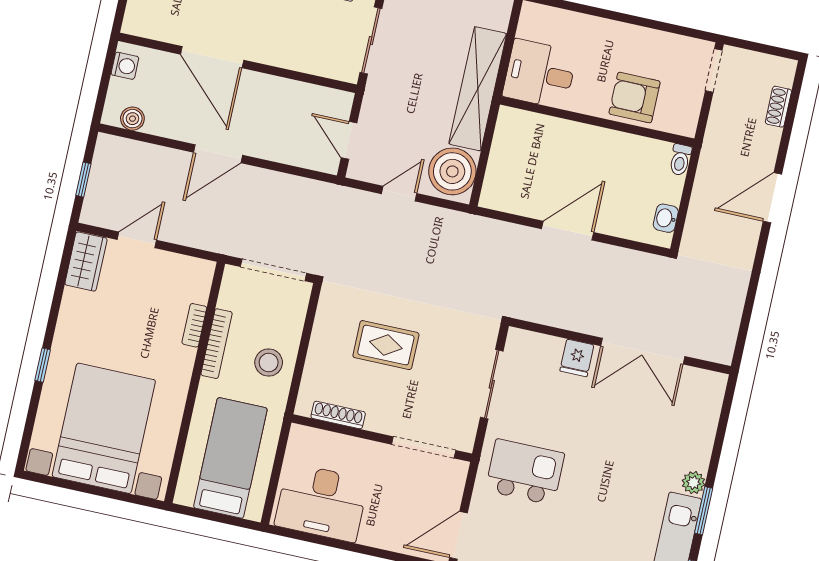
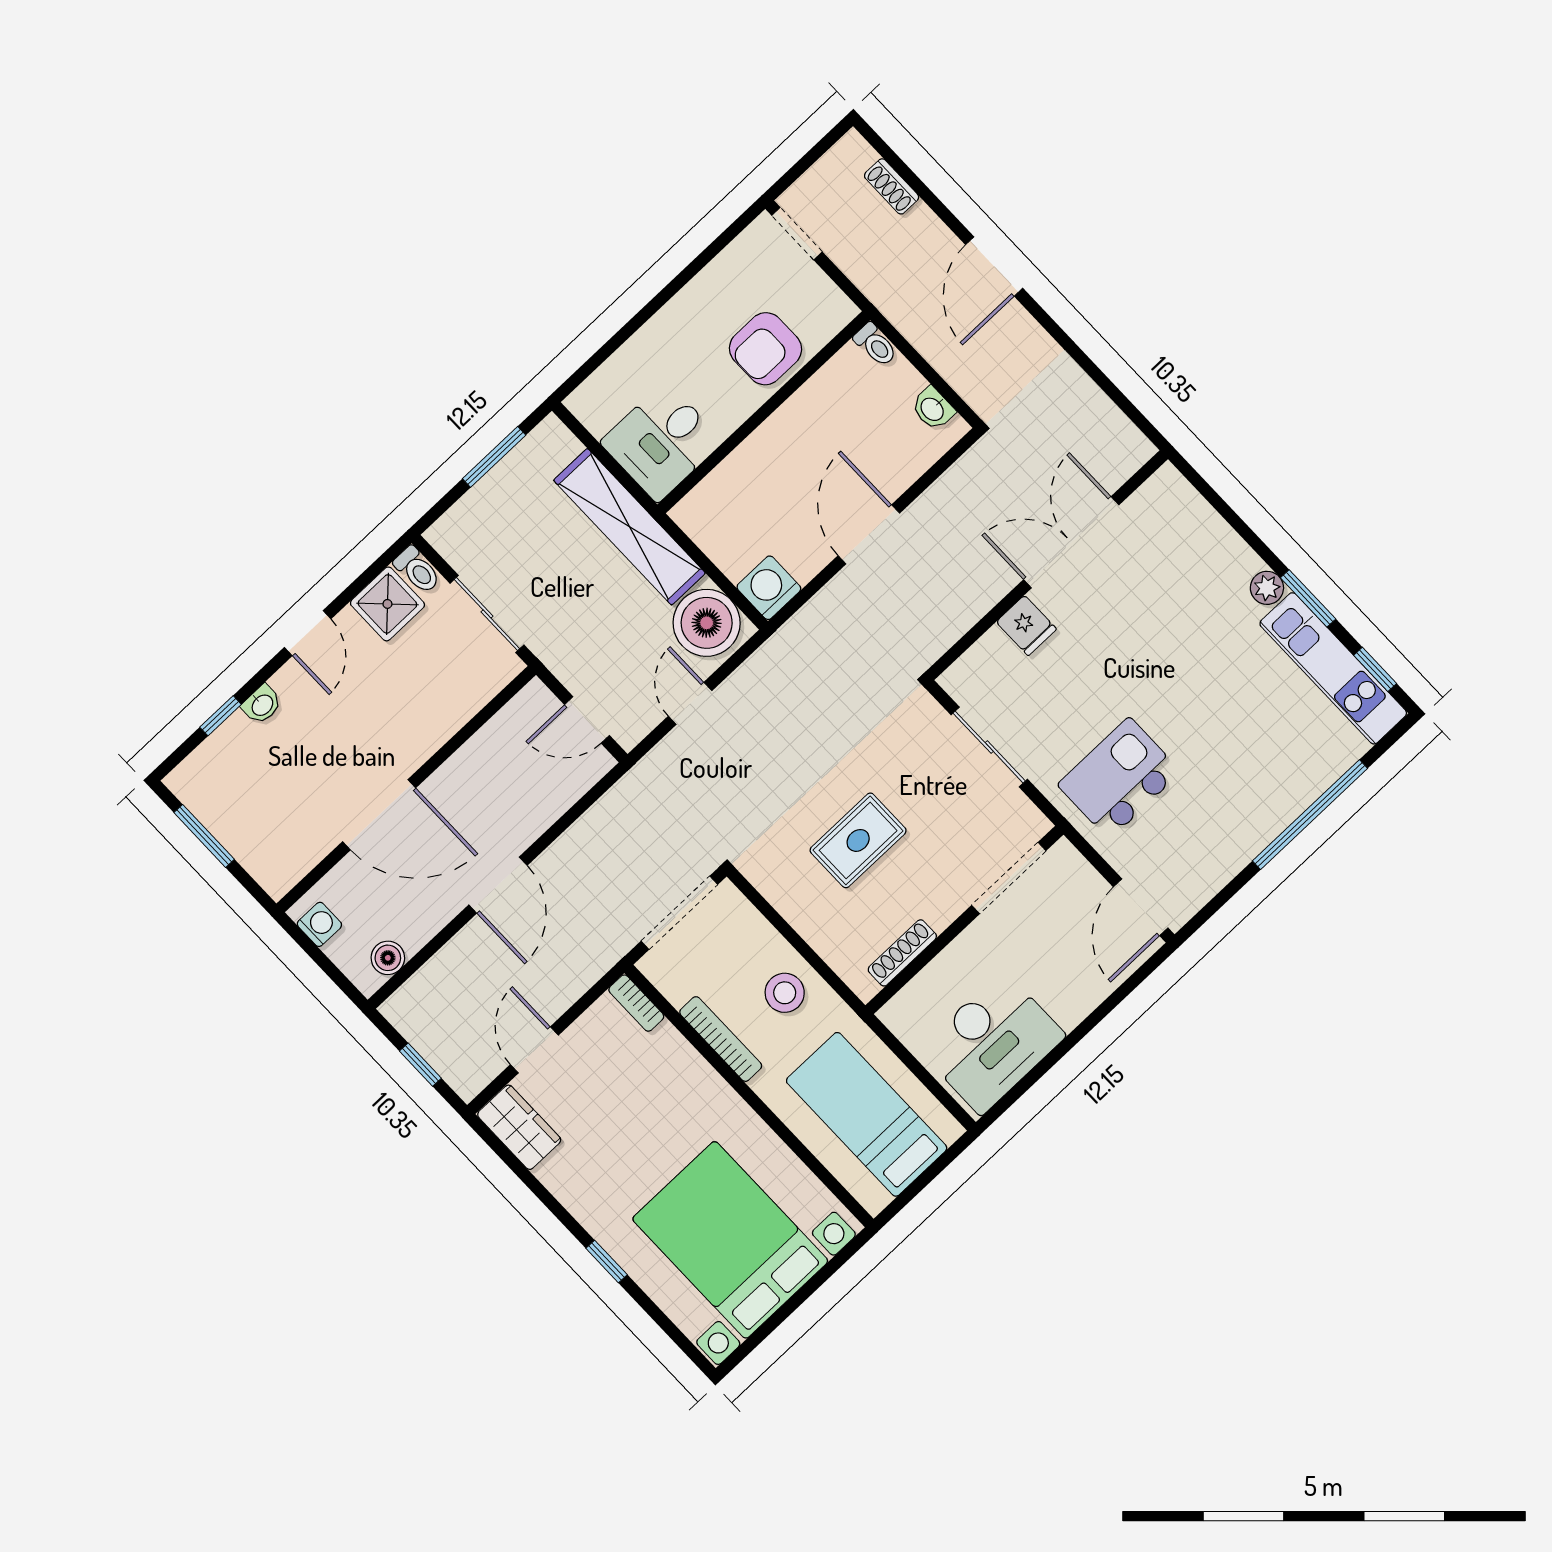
washing machine: (497, 194) -> (769, 588), added
bookcase: (194, 325) -> (636, 1003), moved
double door: (643, 351) -> (1071, 542), swing flipped

